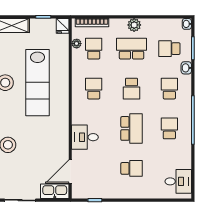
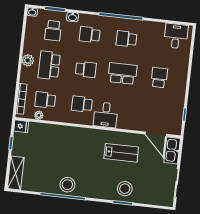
lab bench: (38, 83) -> (121, 153), moved, width x0.54, depth x0.72
desk: (85, 137) -> (106, 115), moved

